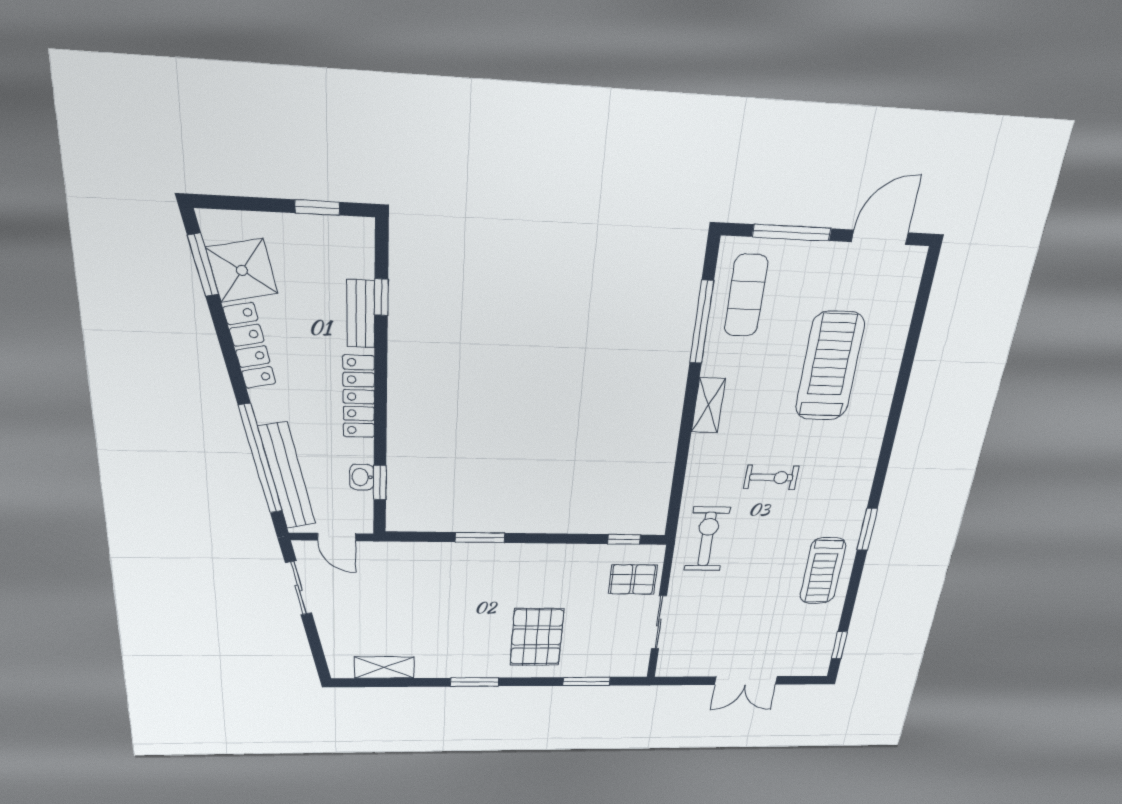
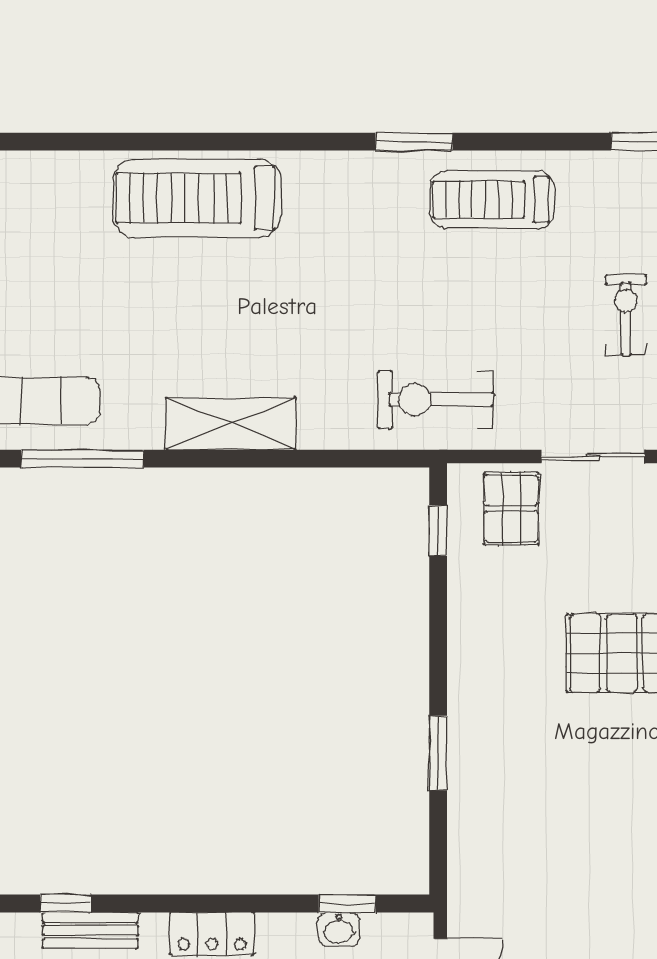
treadmill: (830, 367) -> (197, 198), moved
locker: (359, 397) -> (212, 934), width x0.66
shelving: (708, 405) -> (231, 424), width x1.50, depth x1.33
exercise bike: (771, 477) -> (626, 315), moved
treadmill: (823, 571) -> (492, 200), turned 180

